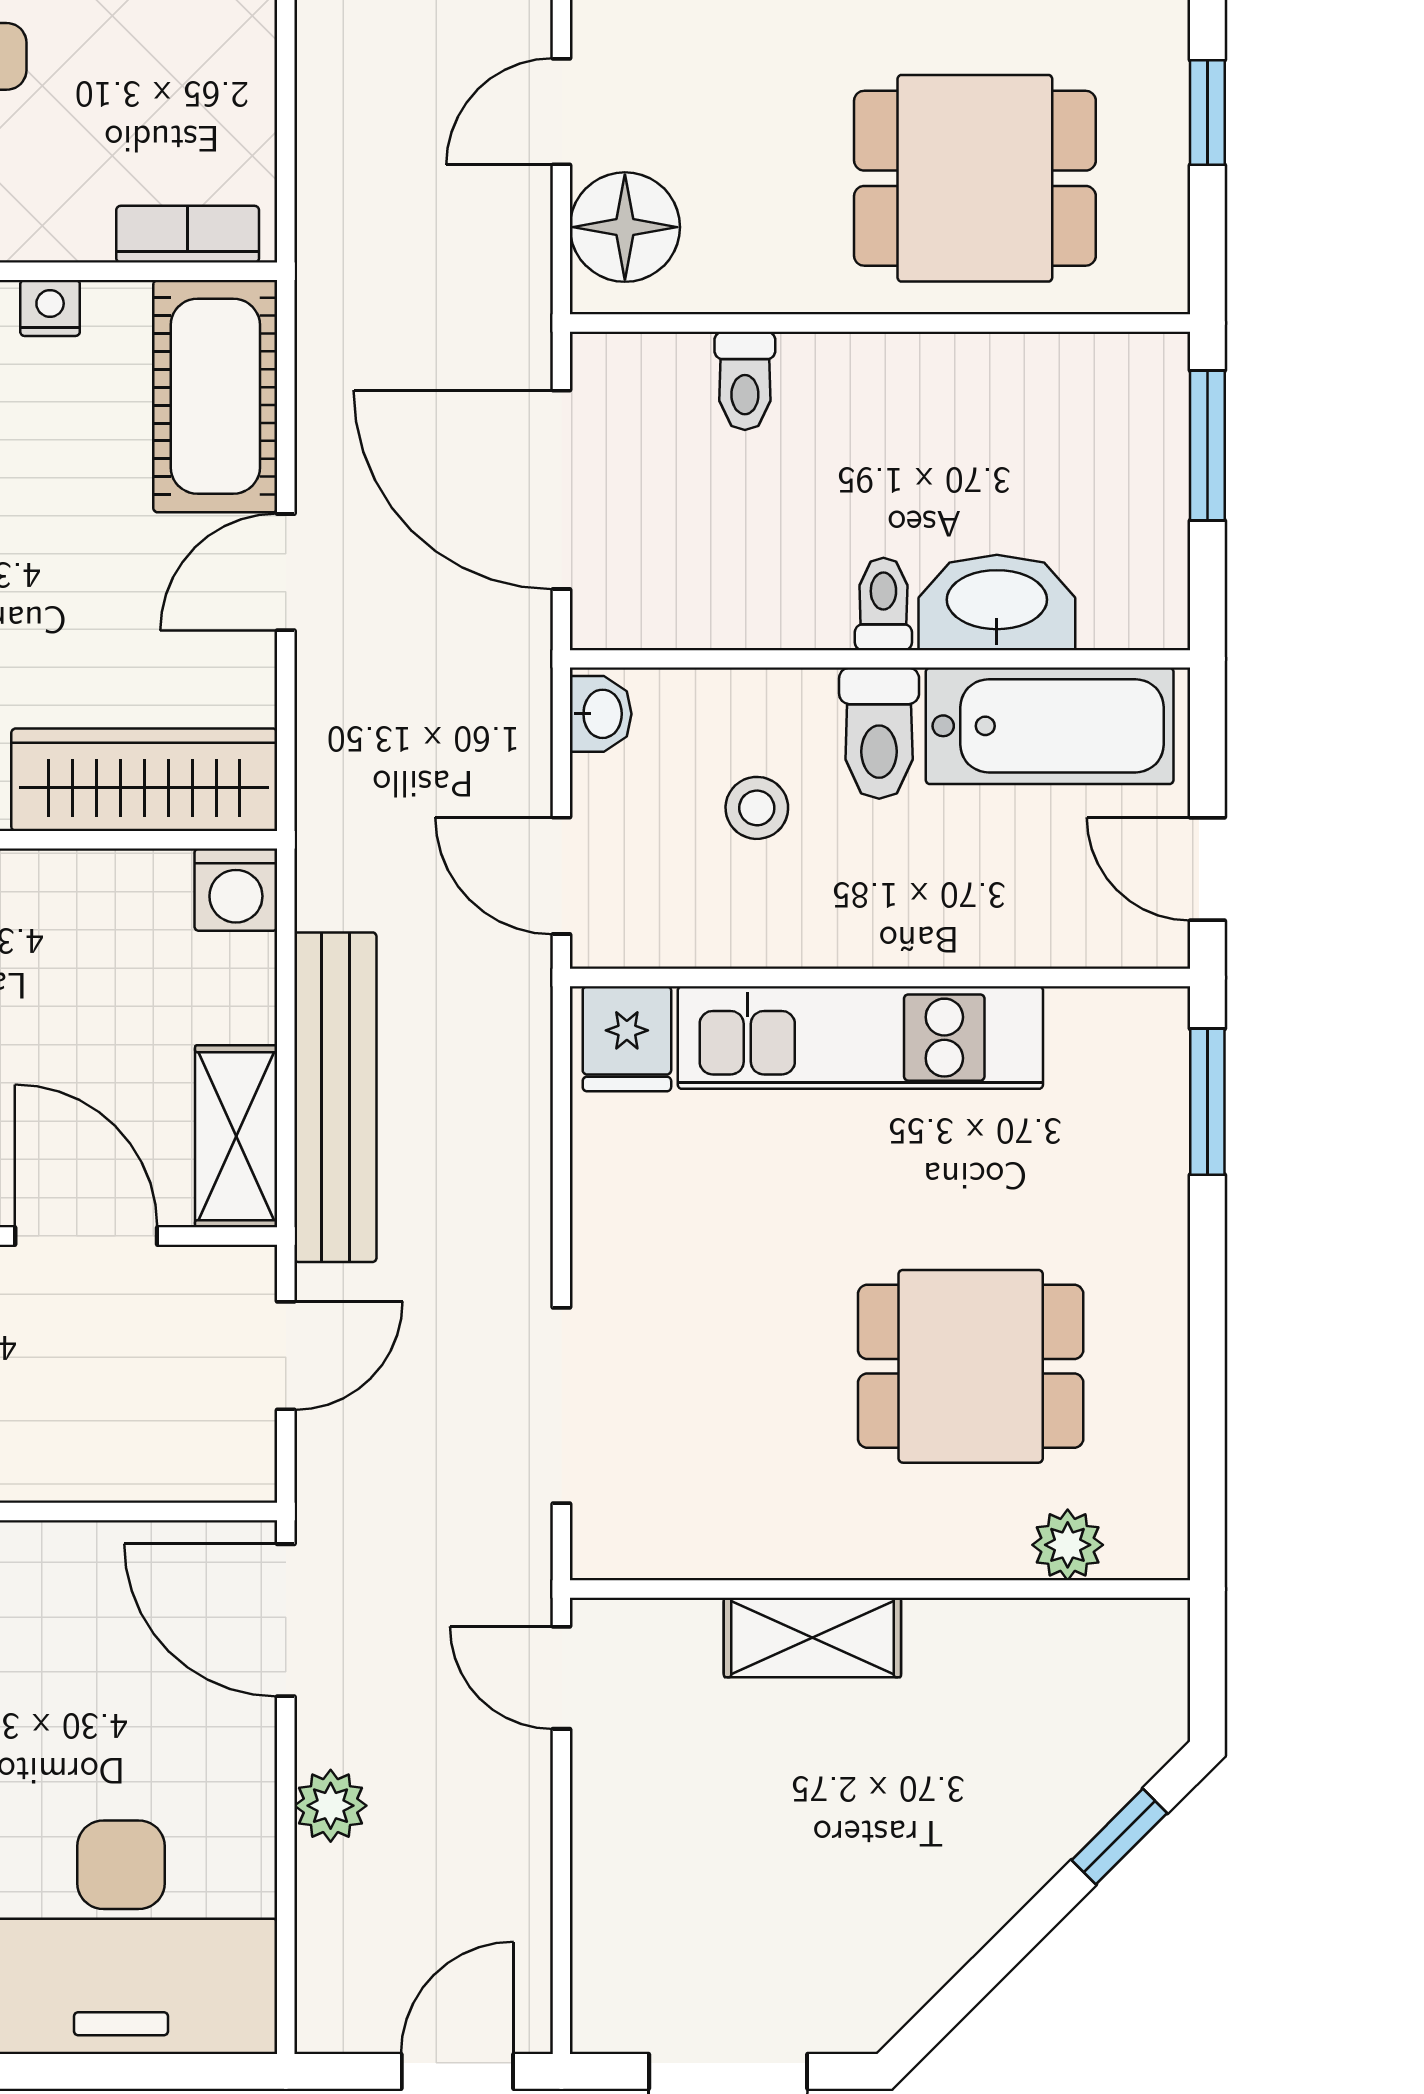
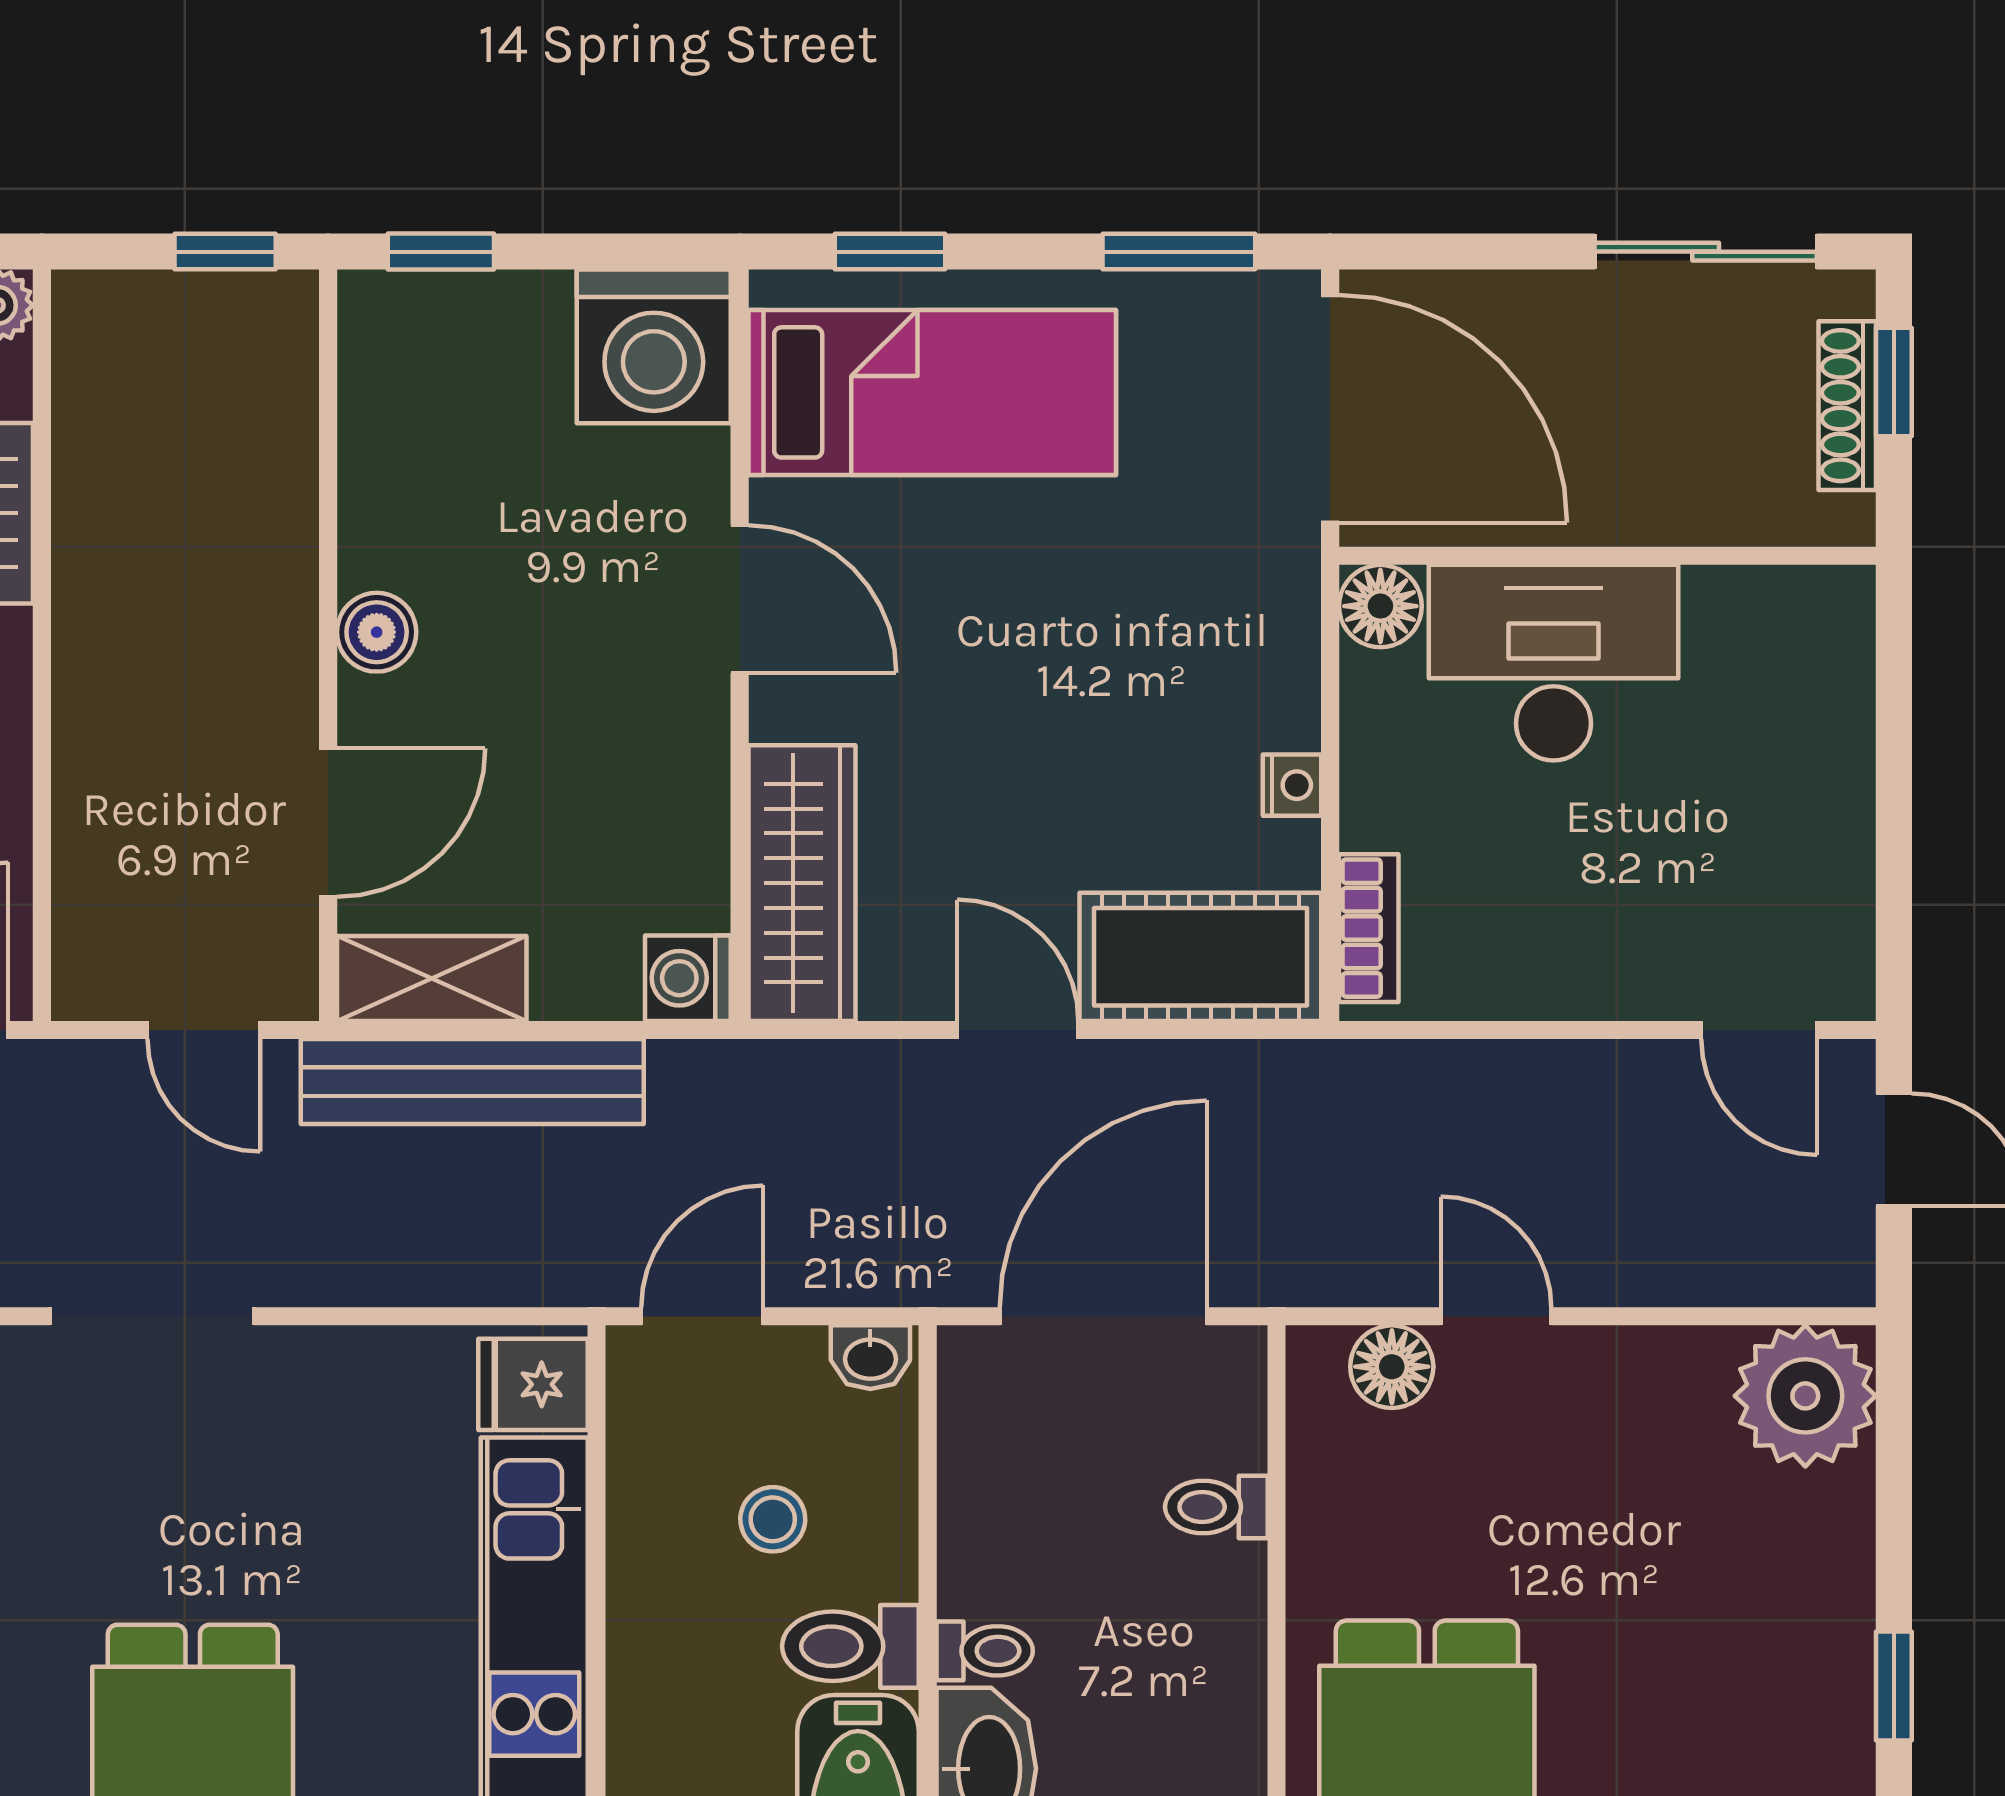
floor lamp: (625, 227) -> (1392, 1367), width x0.73, depth x0.73

